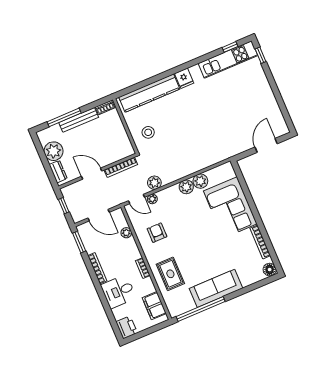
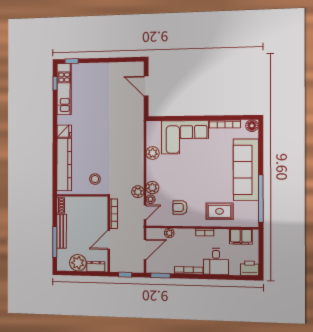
plant: (186, 187) -> (152, 188), moved
sofa: (216, 288) -> (246, 170), width x1.36, depth x1.27

